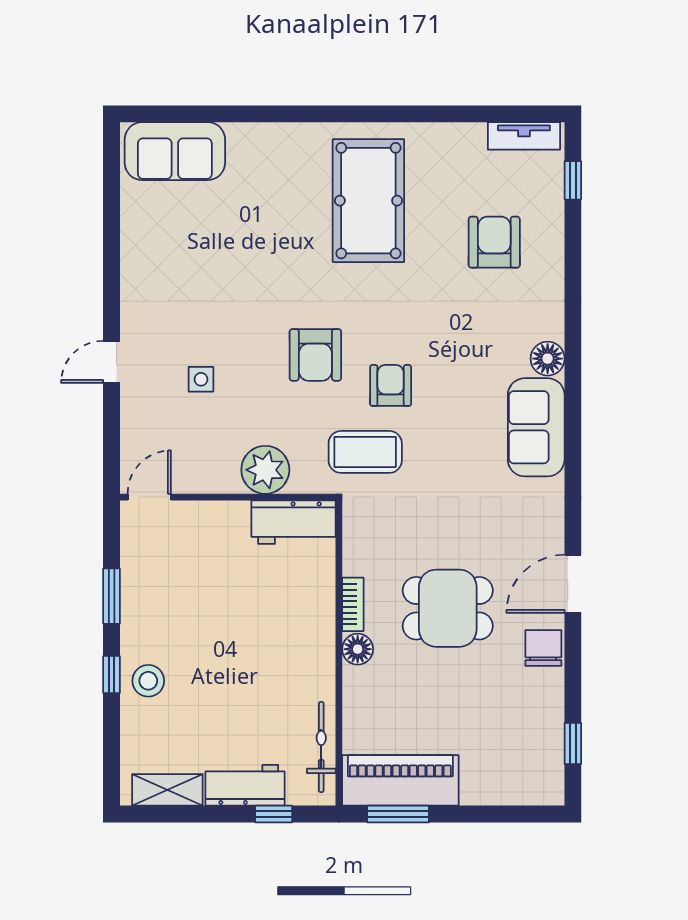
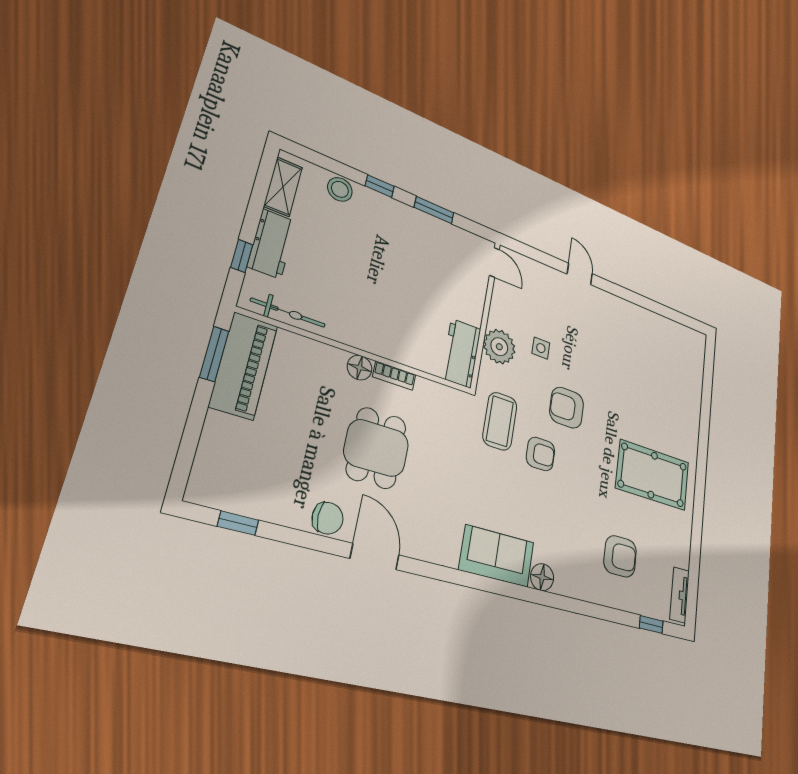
sofa: (175, 151) -> (690, 361), removed
side table: (201, 379) -> (541, 348), moved
stool: (148, 681) -> (340, 189), moved

